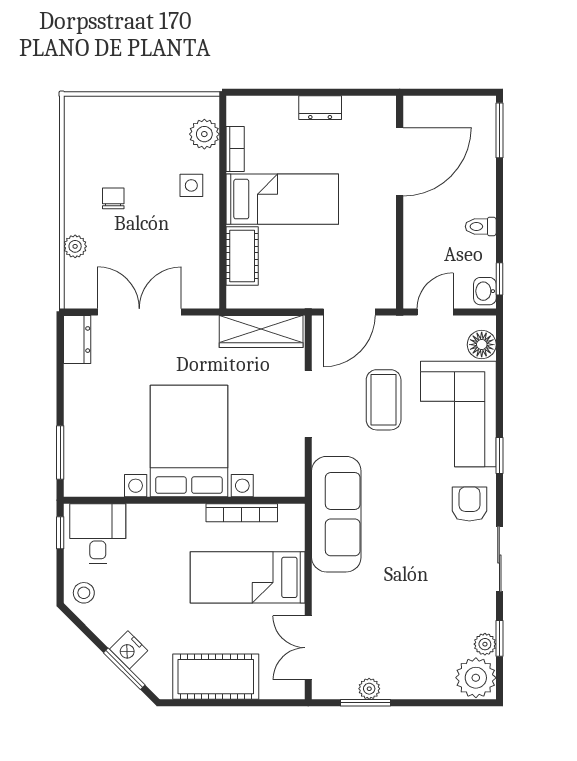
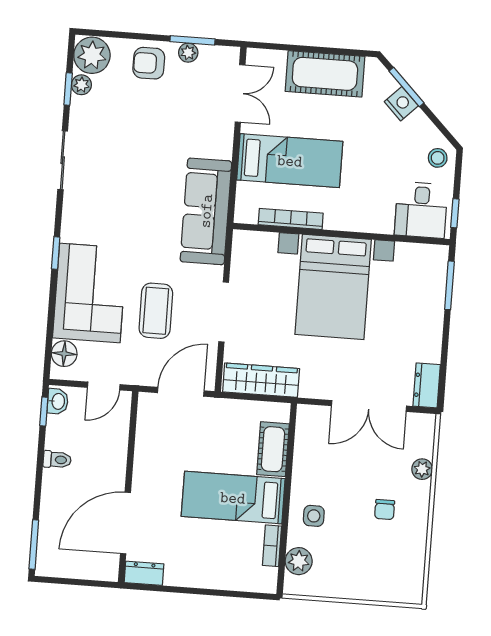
dresser: (320, 108) -> (144, 573), moved
armchair: (469, 504) -> (149, 63), moved, turned 90

